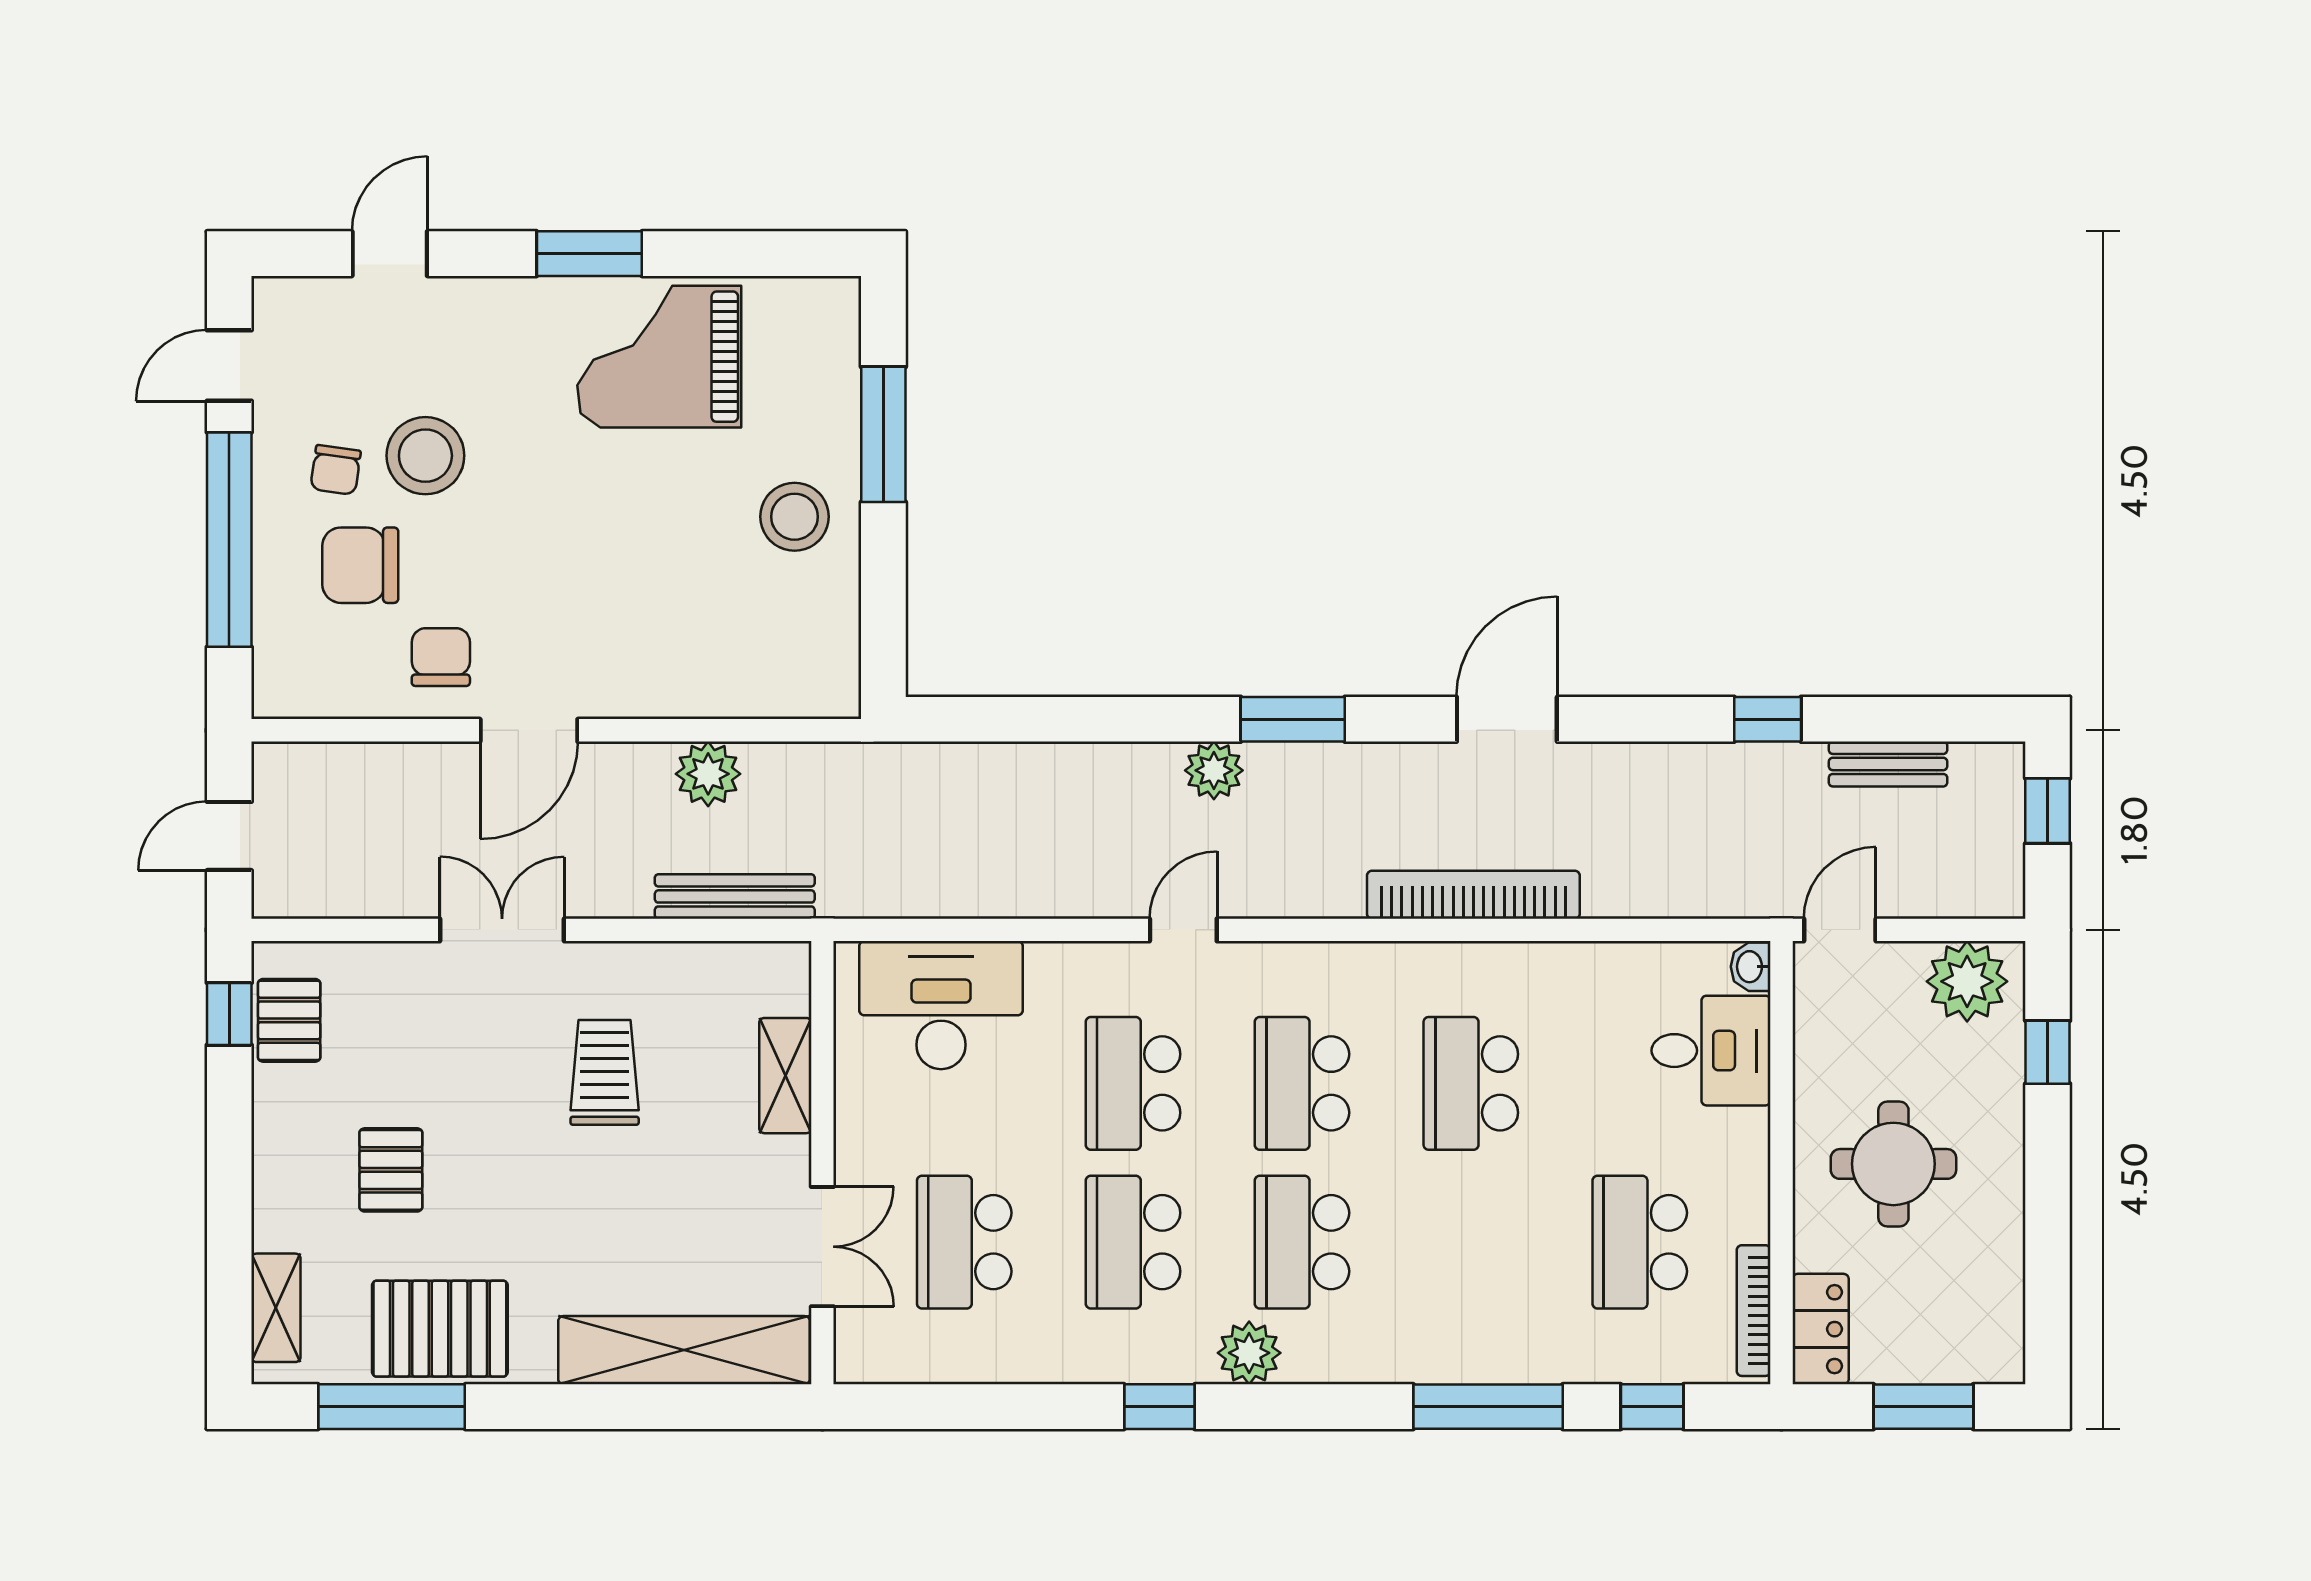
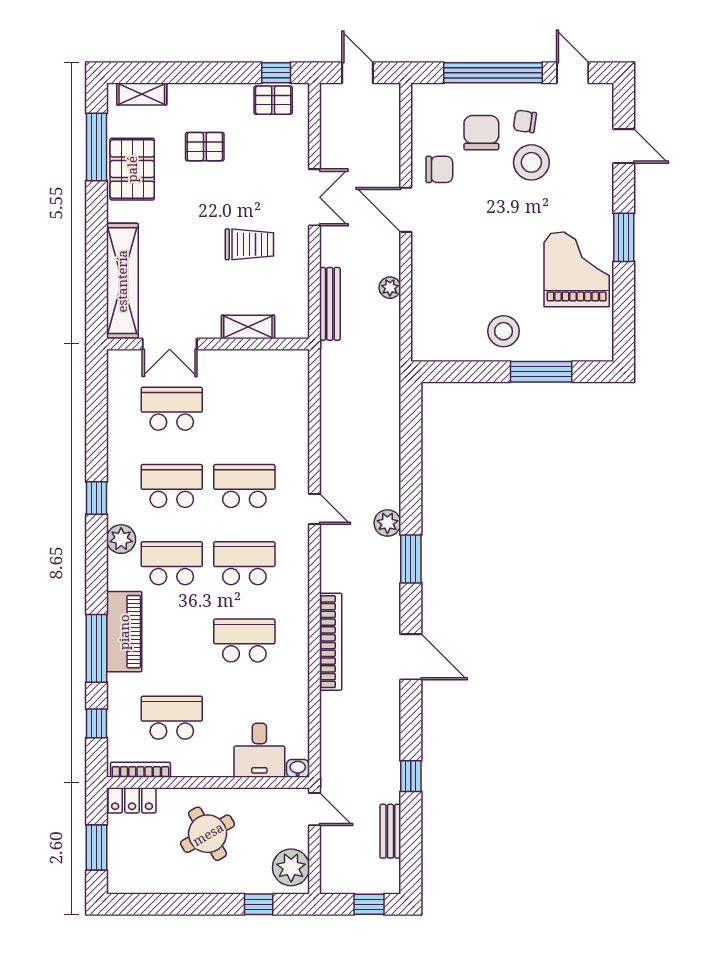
plant: (708, 774) -> (390, 288), width x0.73, depth x0.73
desk: (941, 1005) -> (280, 398), removed
round table: (1893, 1164) -> (208, 834), turned -30
piano: (1451, 1346) -> (124, 632), added

